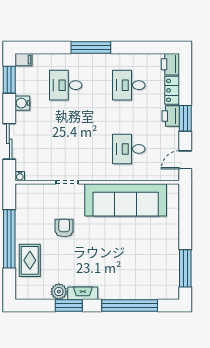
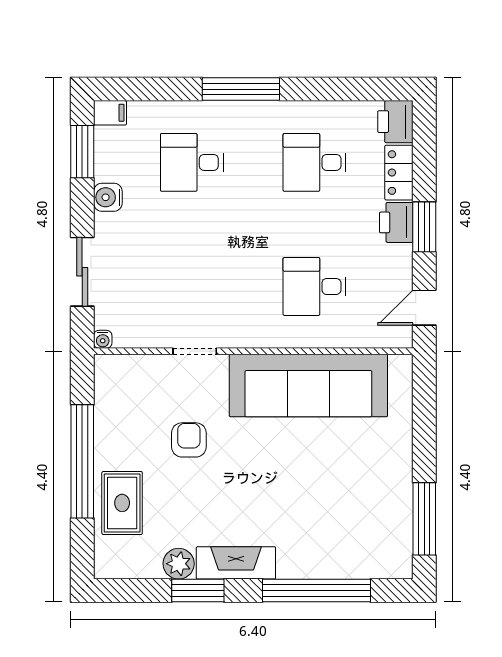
fireplace: (83, 293) -> (236, 563), width x1.37, depth x1.32

